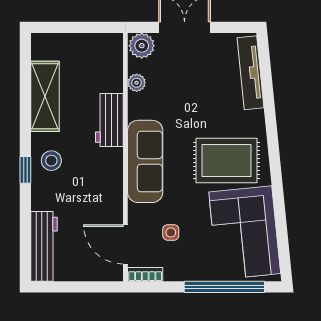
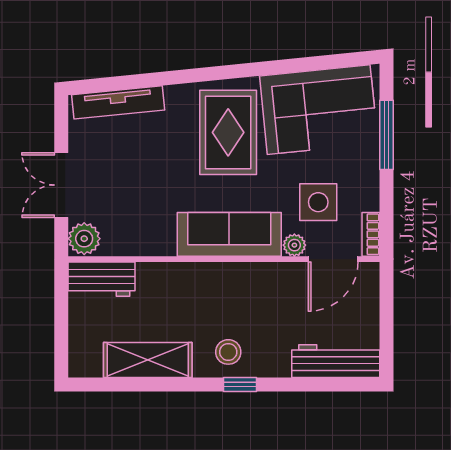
plant: (137, 83) -> (294, 245), moved
workbench: (109, 120) -> (102, 279), moved
side table: (171, 232) -> (318, 202), width x1.87, depth x1.87
window: (224, 287) -> (387, 135), width x0.68

